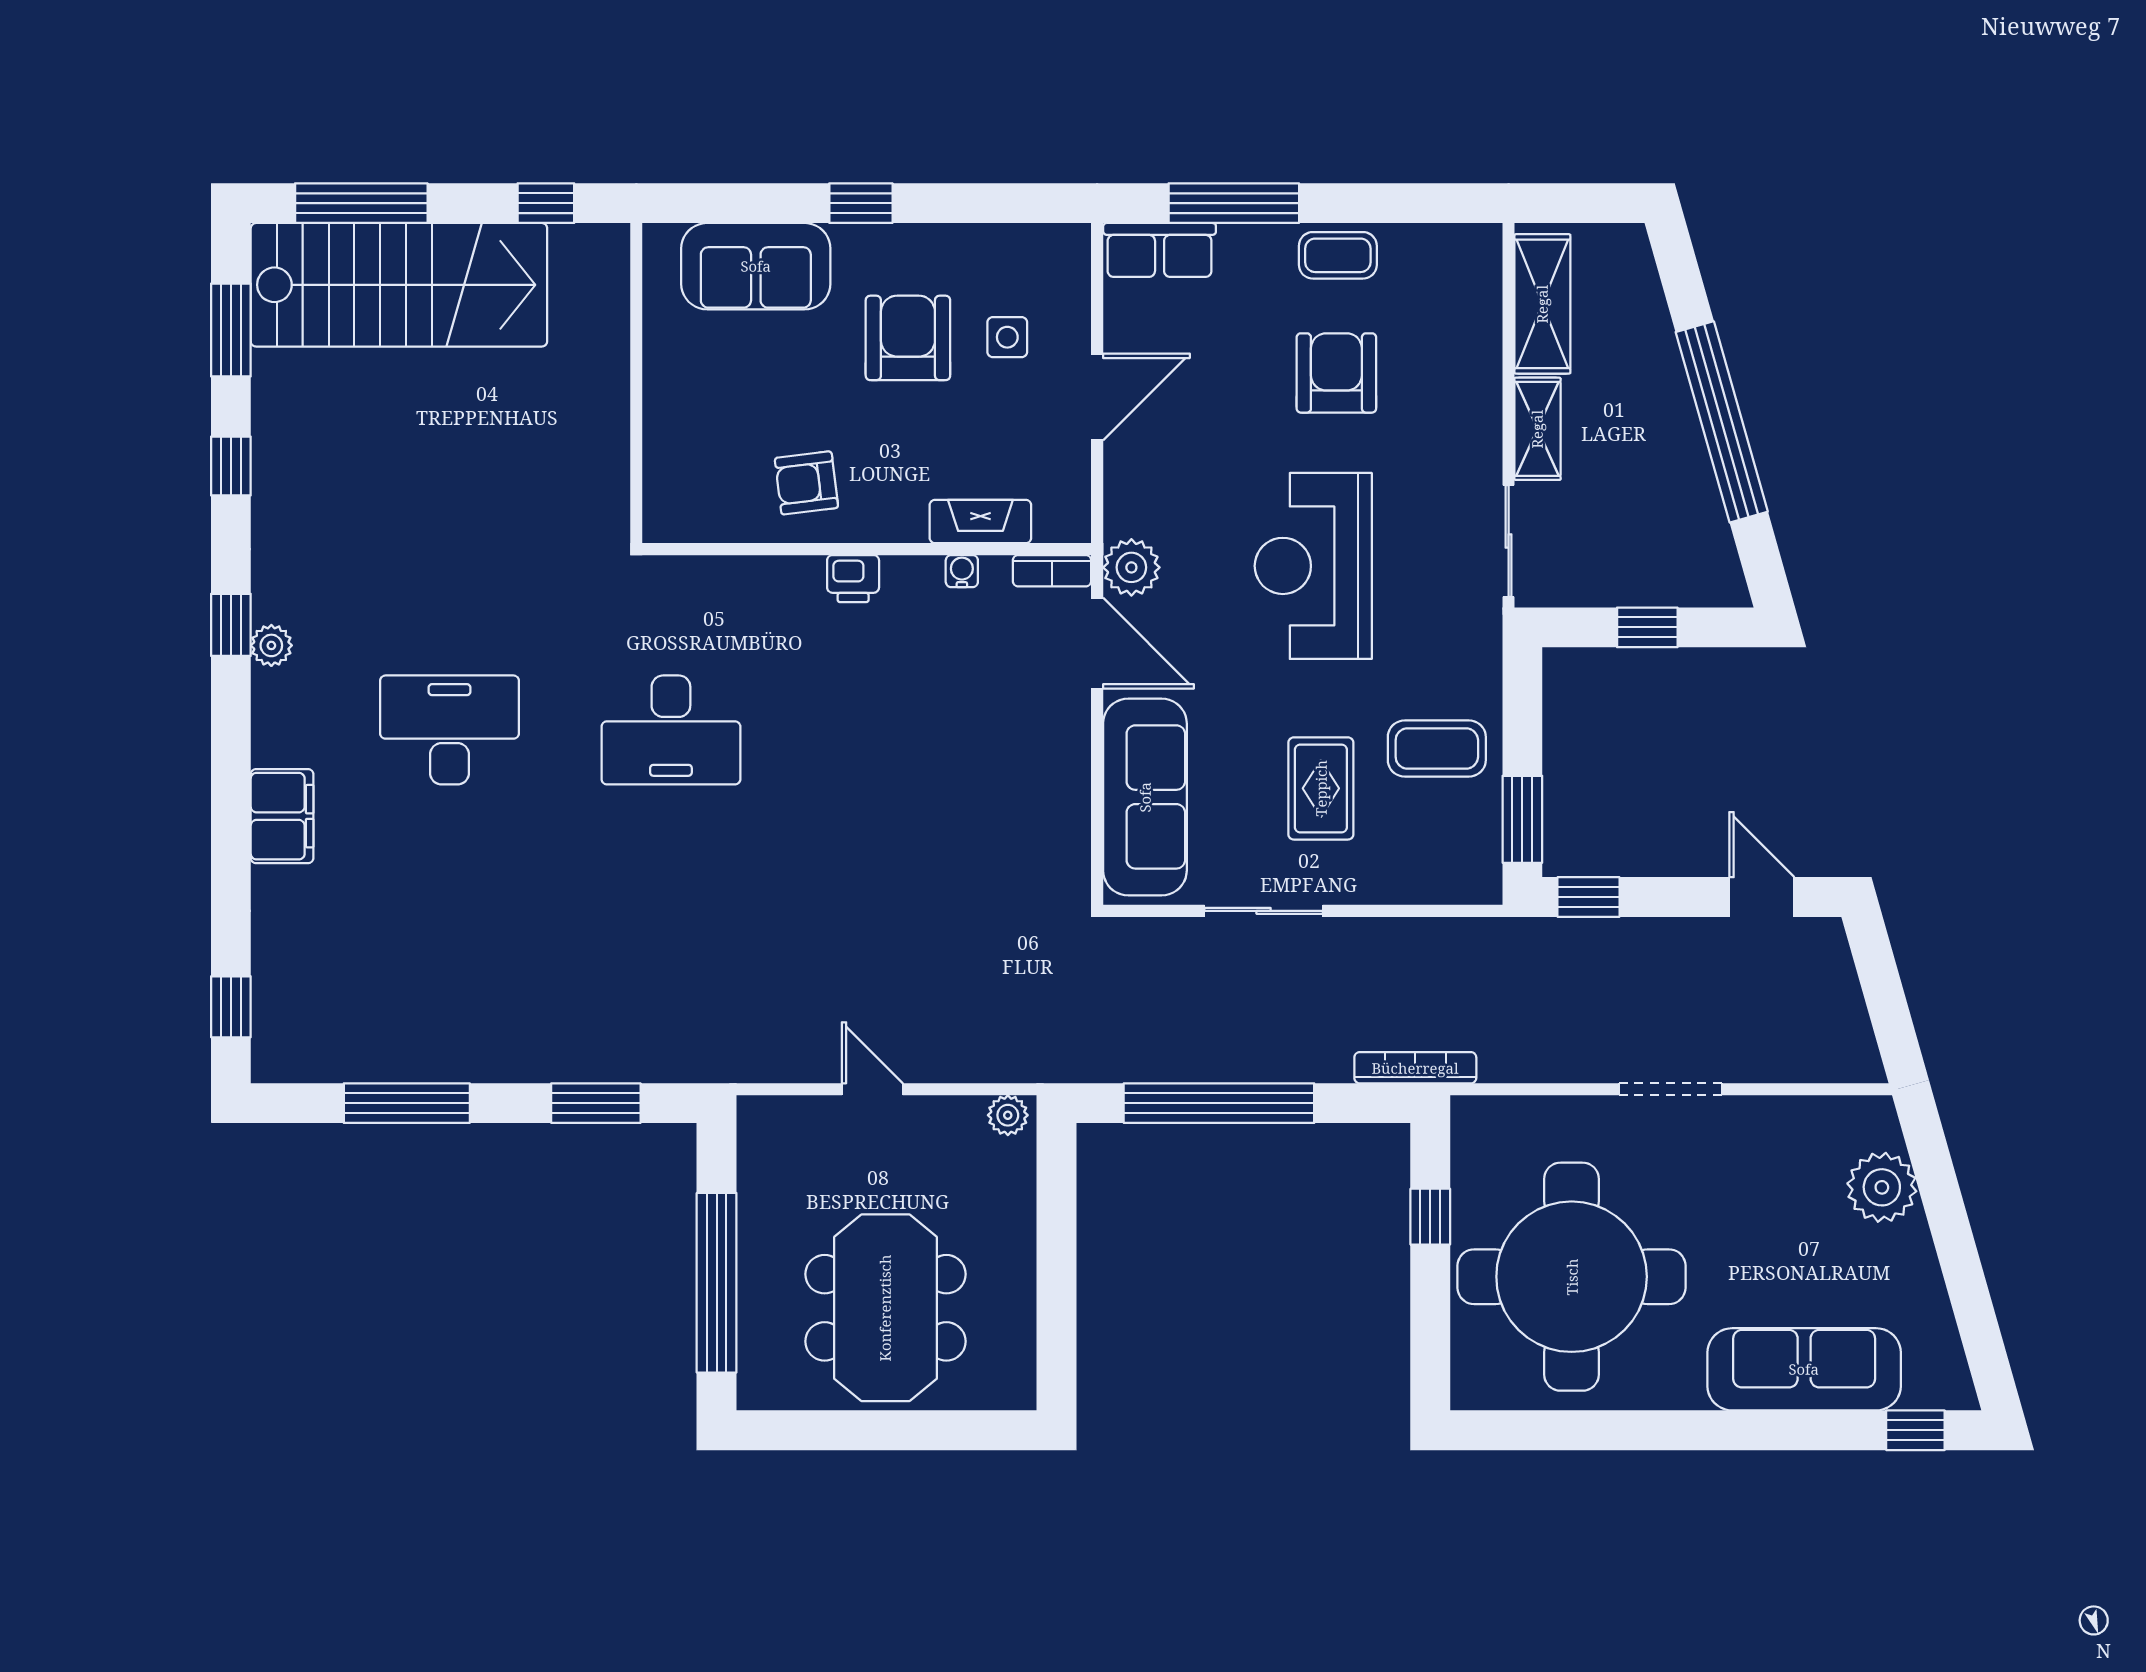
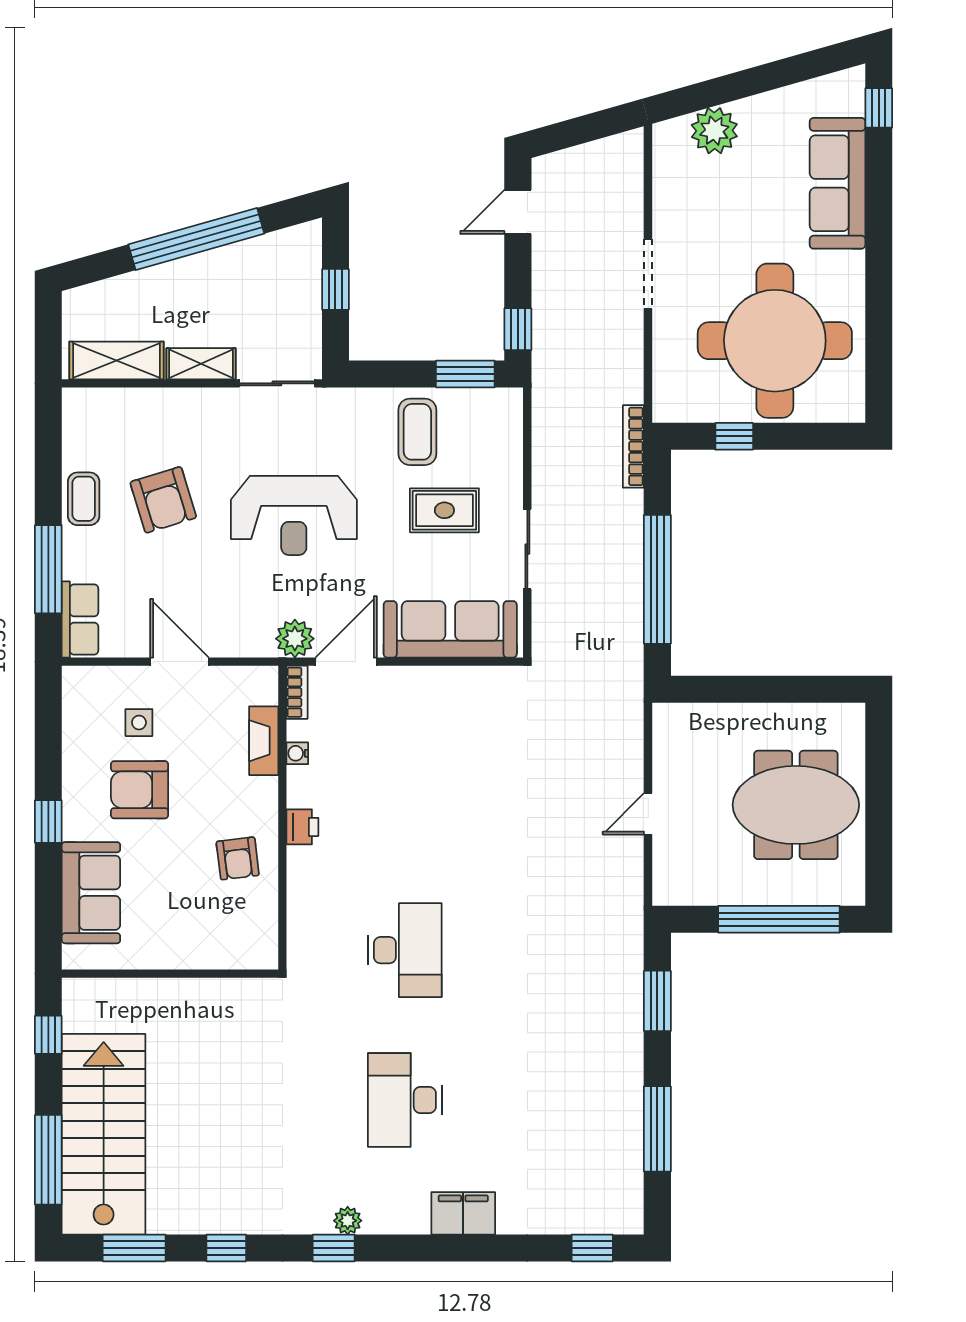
armchair: (1336, 373) -> (163, 500), turned -107
plant: (1008, 1115) -> (666, 722), removed

